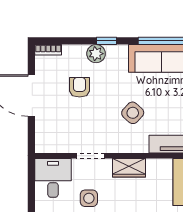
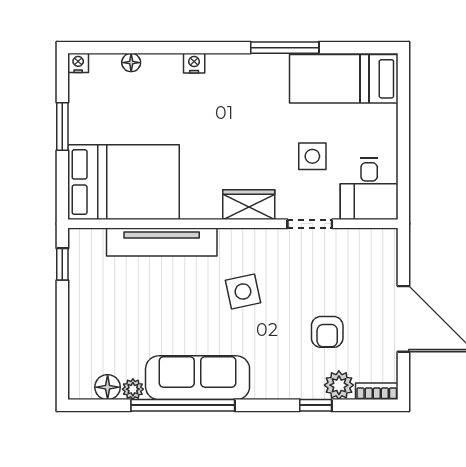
window: (106, 41) -> (316, 405), moved
plant: (96, 54) -> (339, 385), moved
side table: (133, 113) -> (243, 292), turned 36

